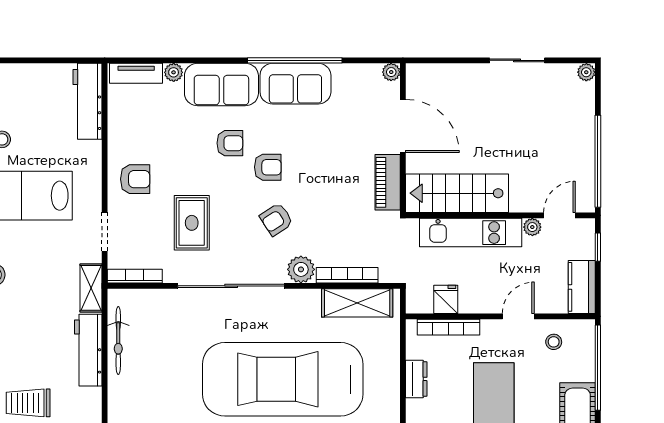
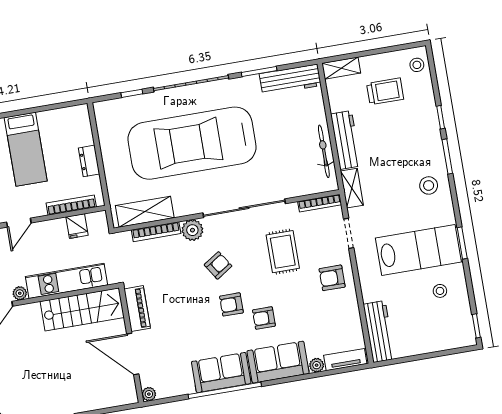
car: (283, 379) -> (192, 143), turned 180

